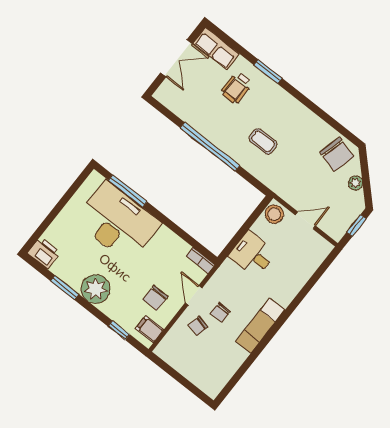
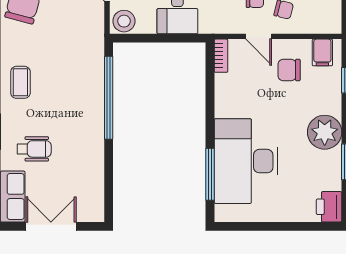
coffee table: (263, 141) -> (20, 82), moved
window: (210, 147) -> (109, 98), moved
door: (194, 295) -> (259, 36), hinge flipped
chair: (155, 298) -> (289, 70), turned 180

